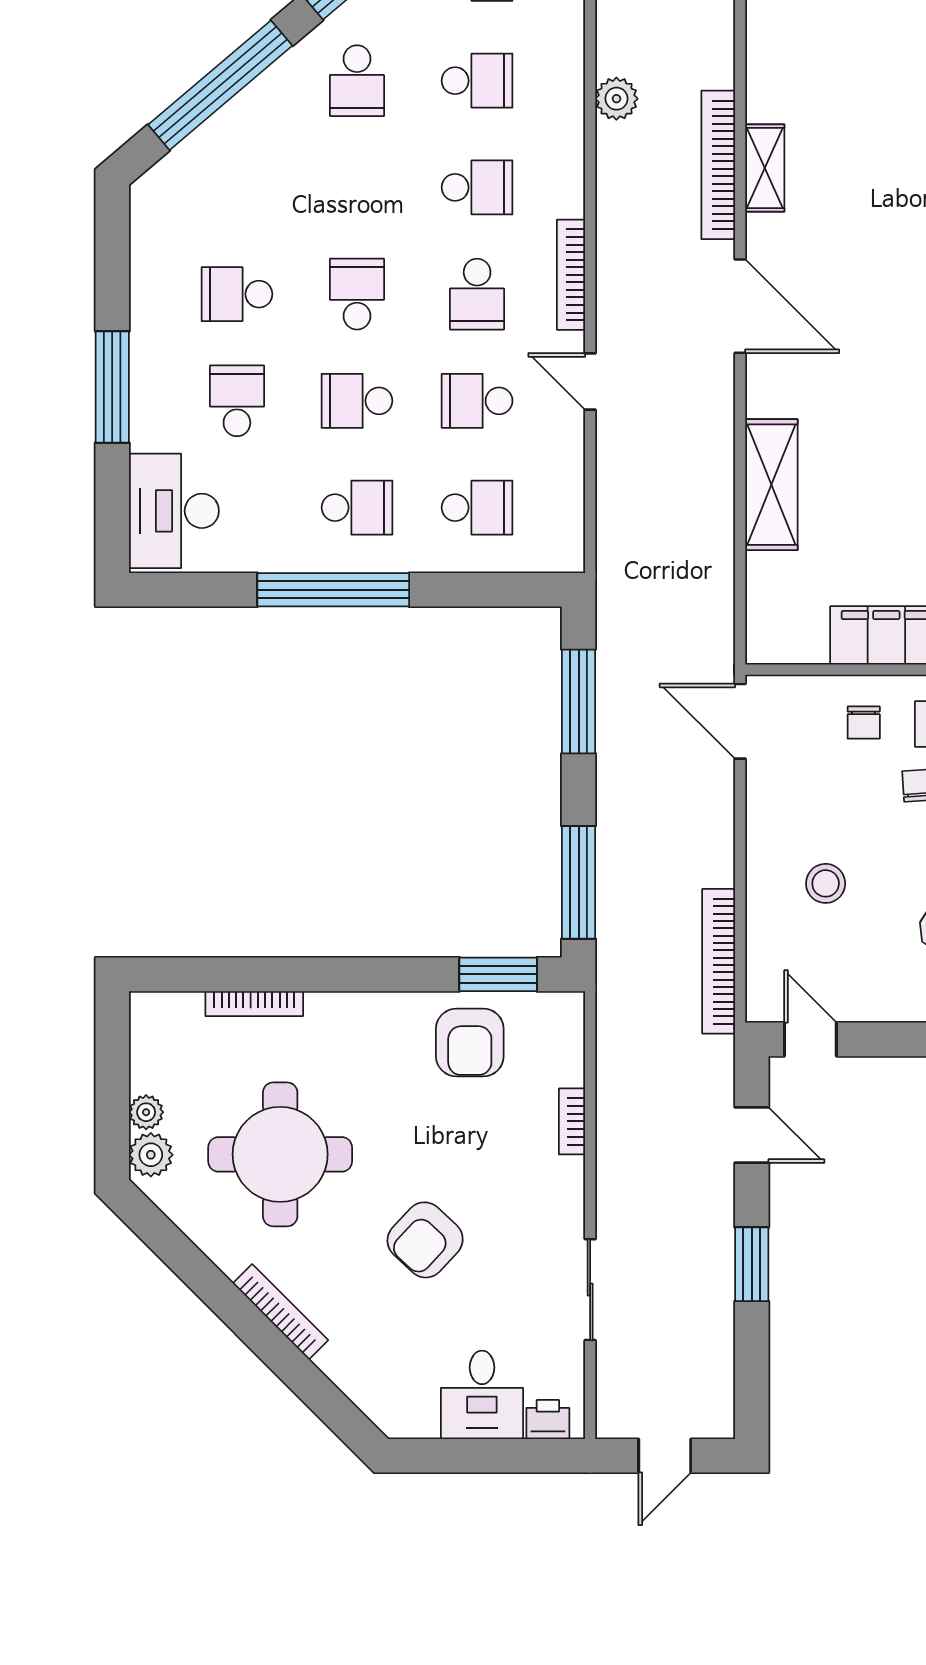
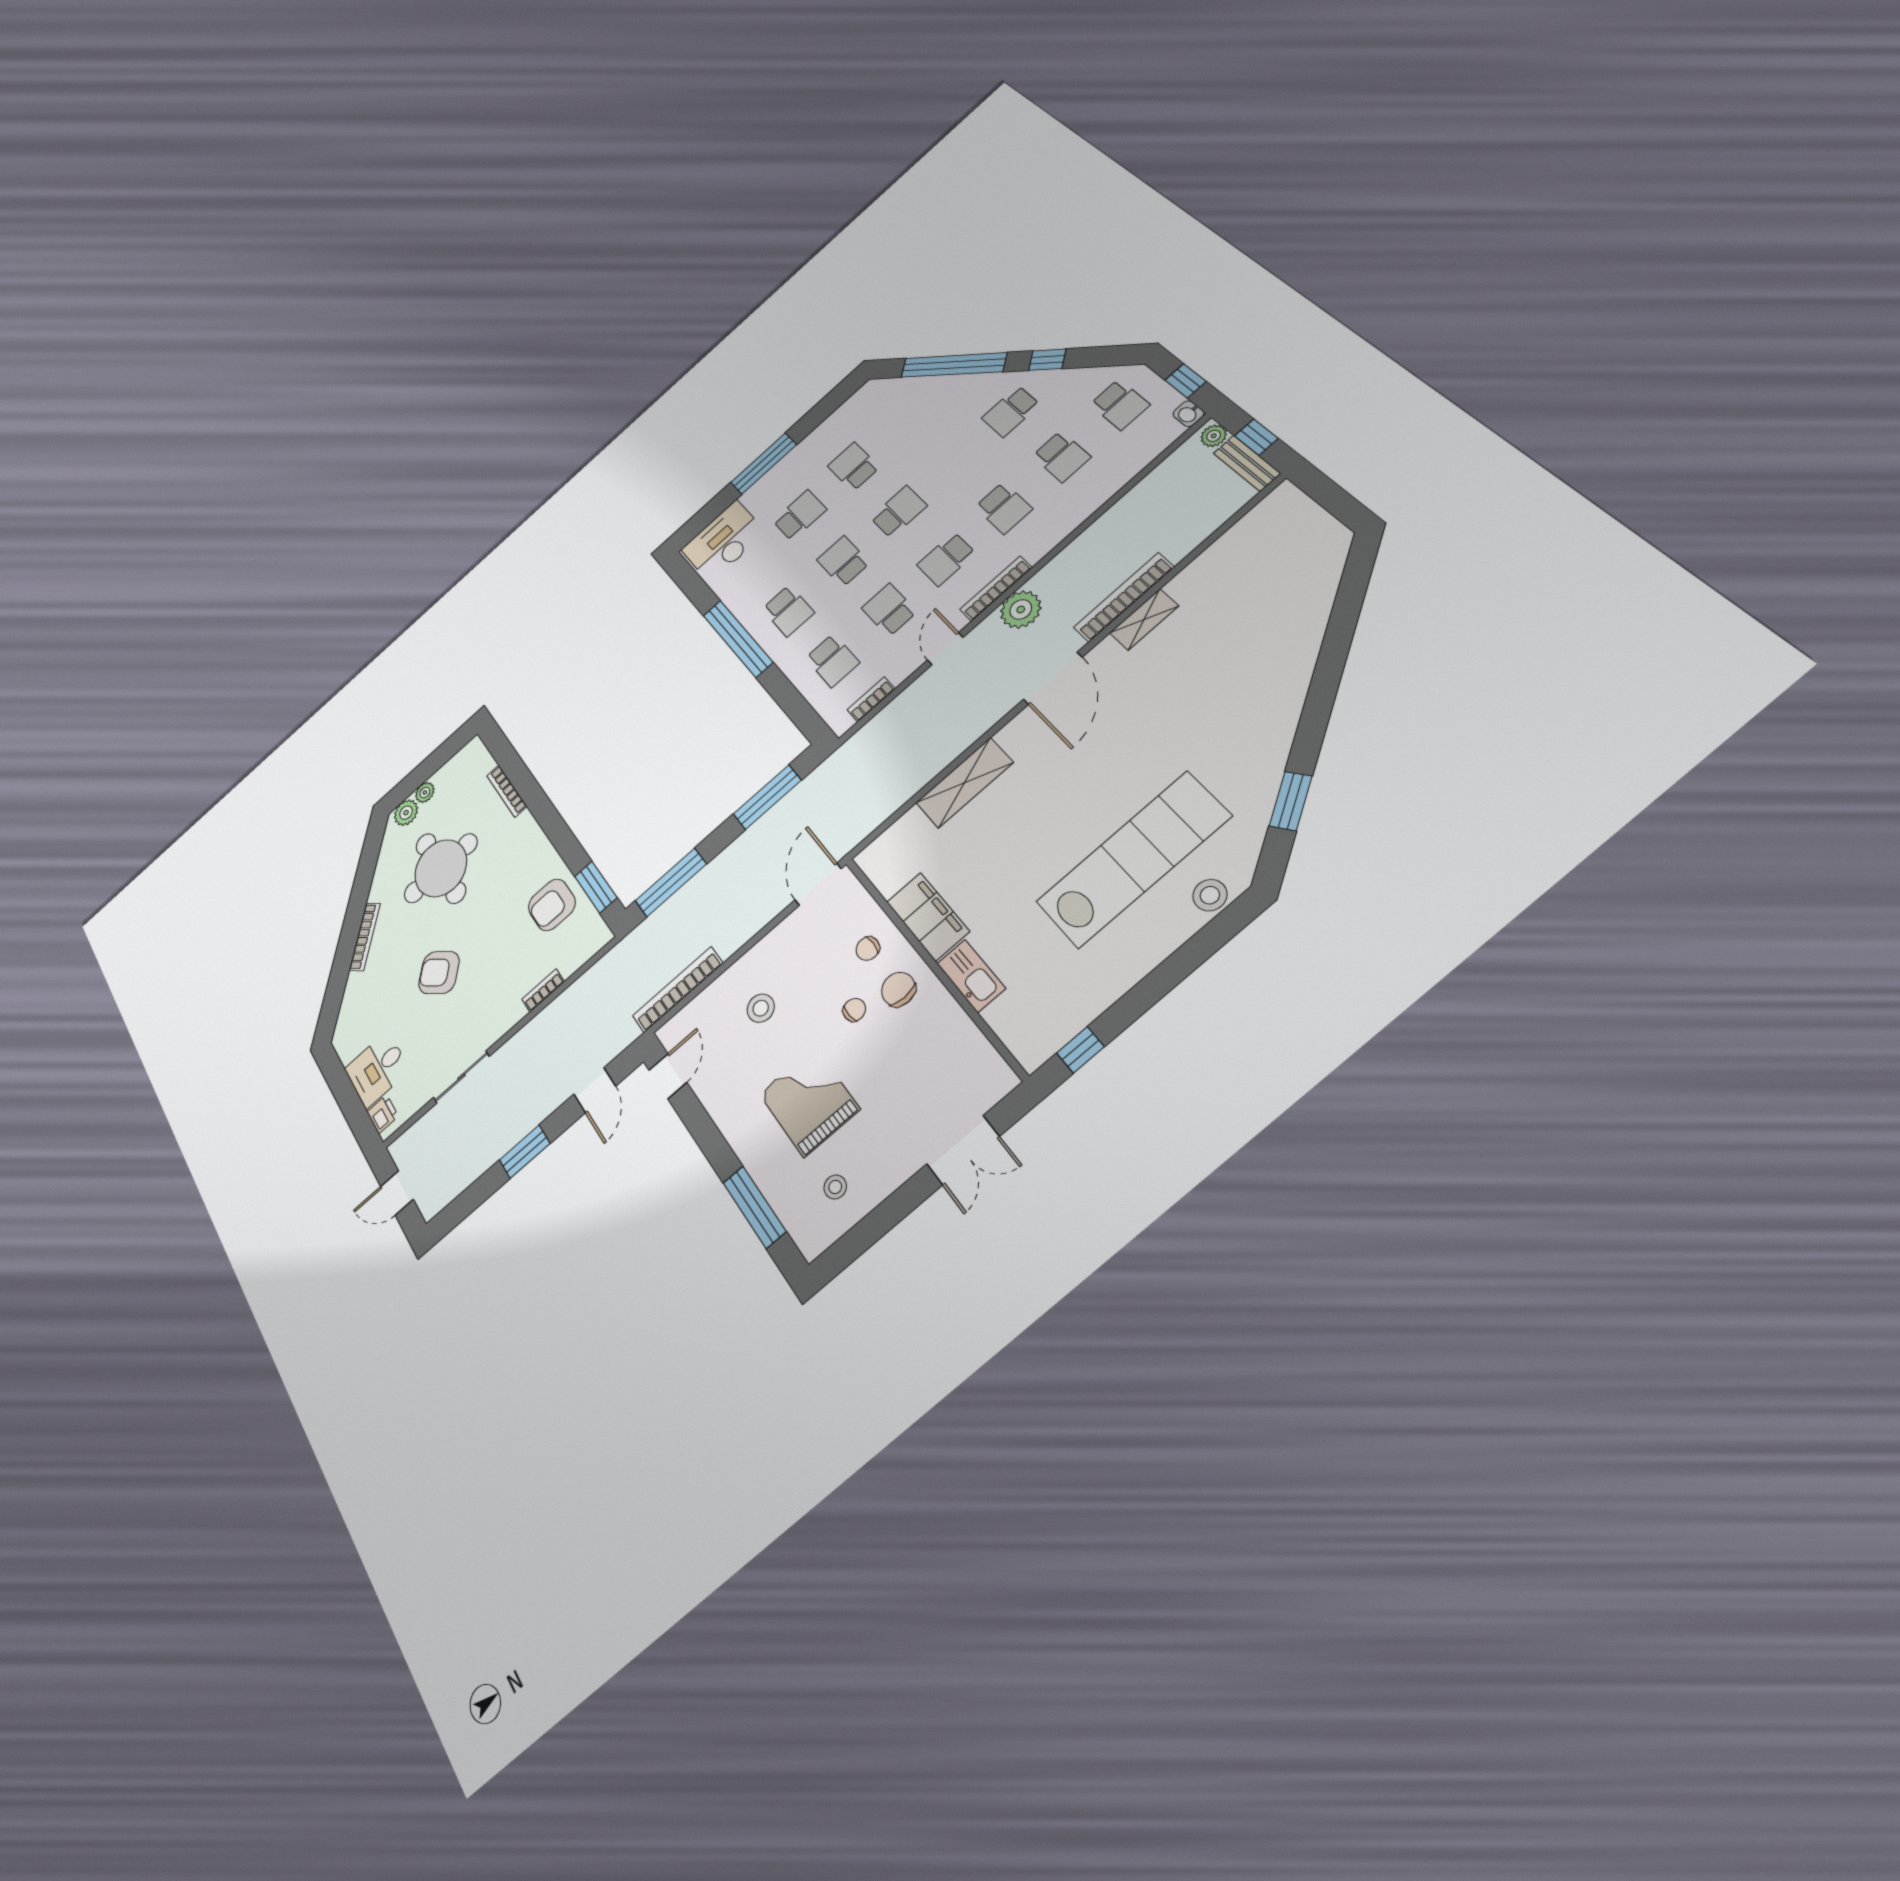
plant: (616, 99) -> (1021, 609), moved, width x1.36, depth x1.36
bookcase: (571, 503) -> (871, 699), added

